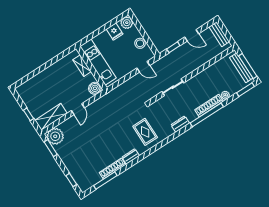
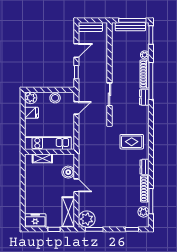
boiler: (95, 88) -> (68, 172), moved
freezer: (26, 94) -> (35, 220), added
dresser: (180, 124) -> (144, 97), moved
plant: (92, 180) -> (143, 212), added

